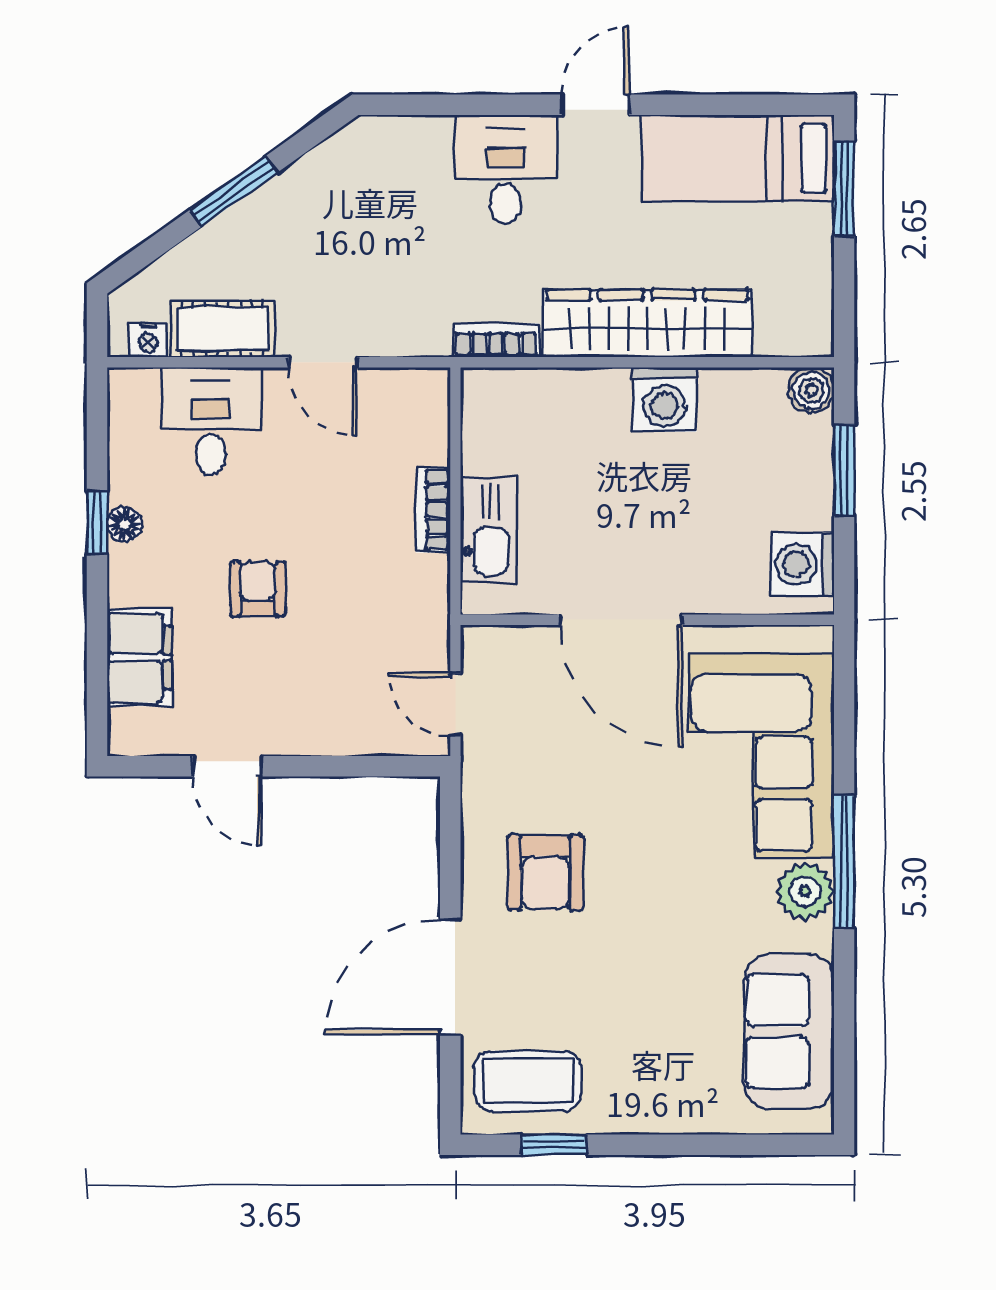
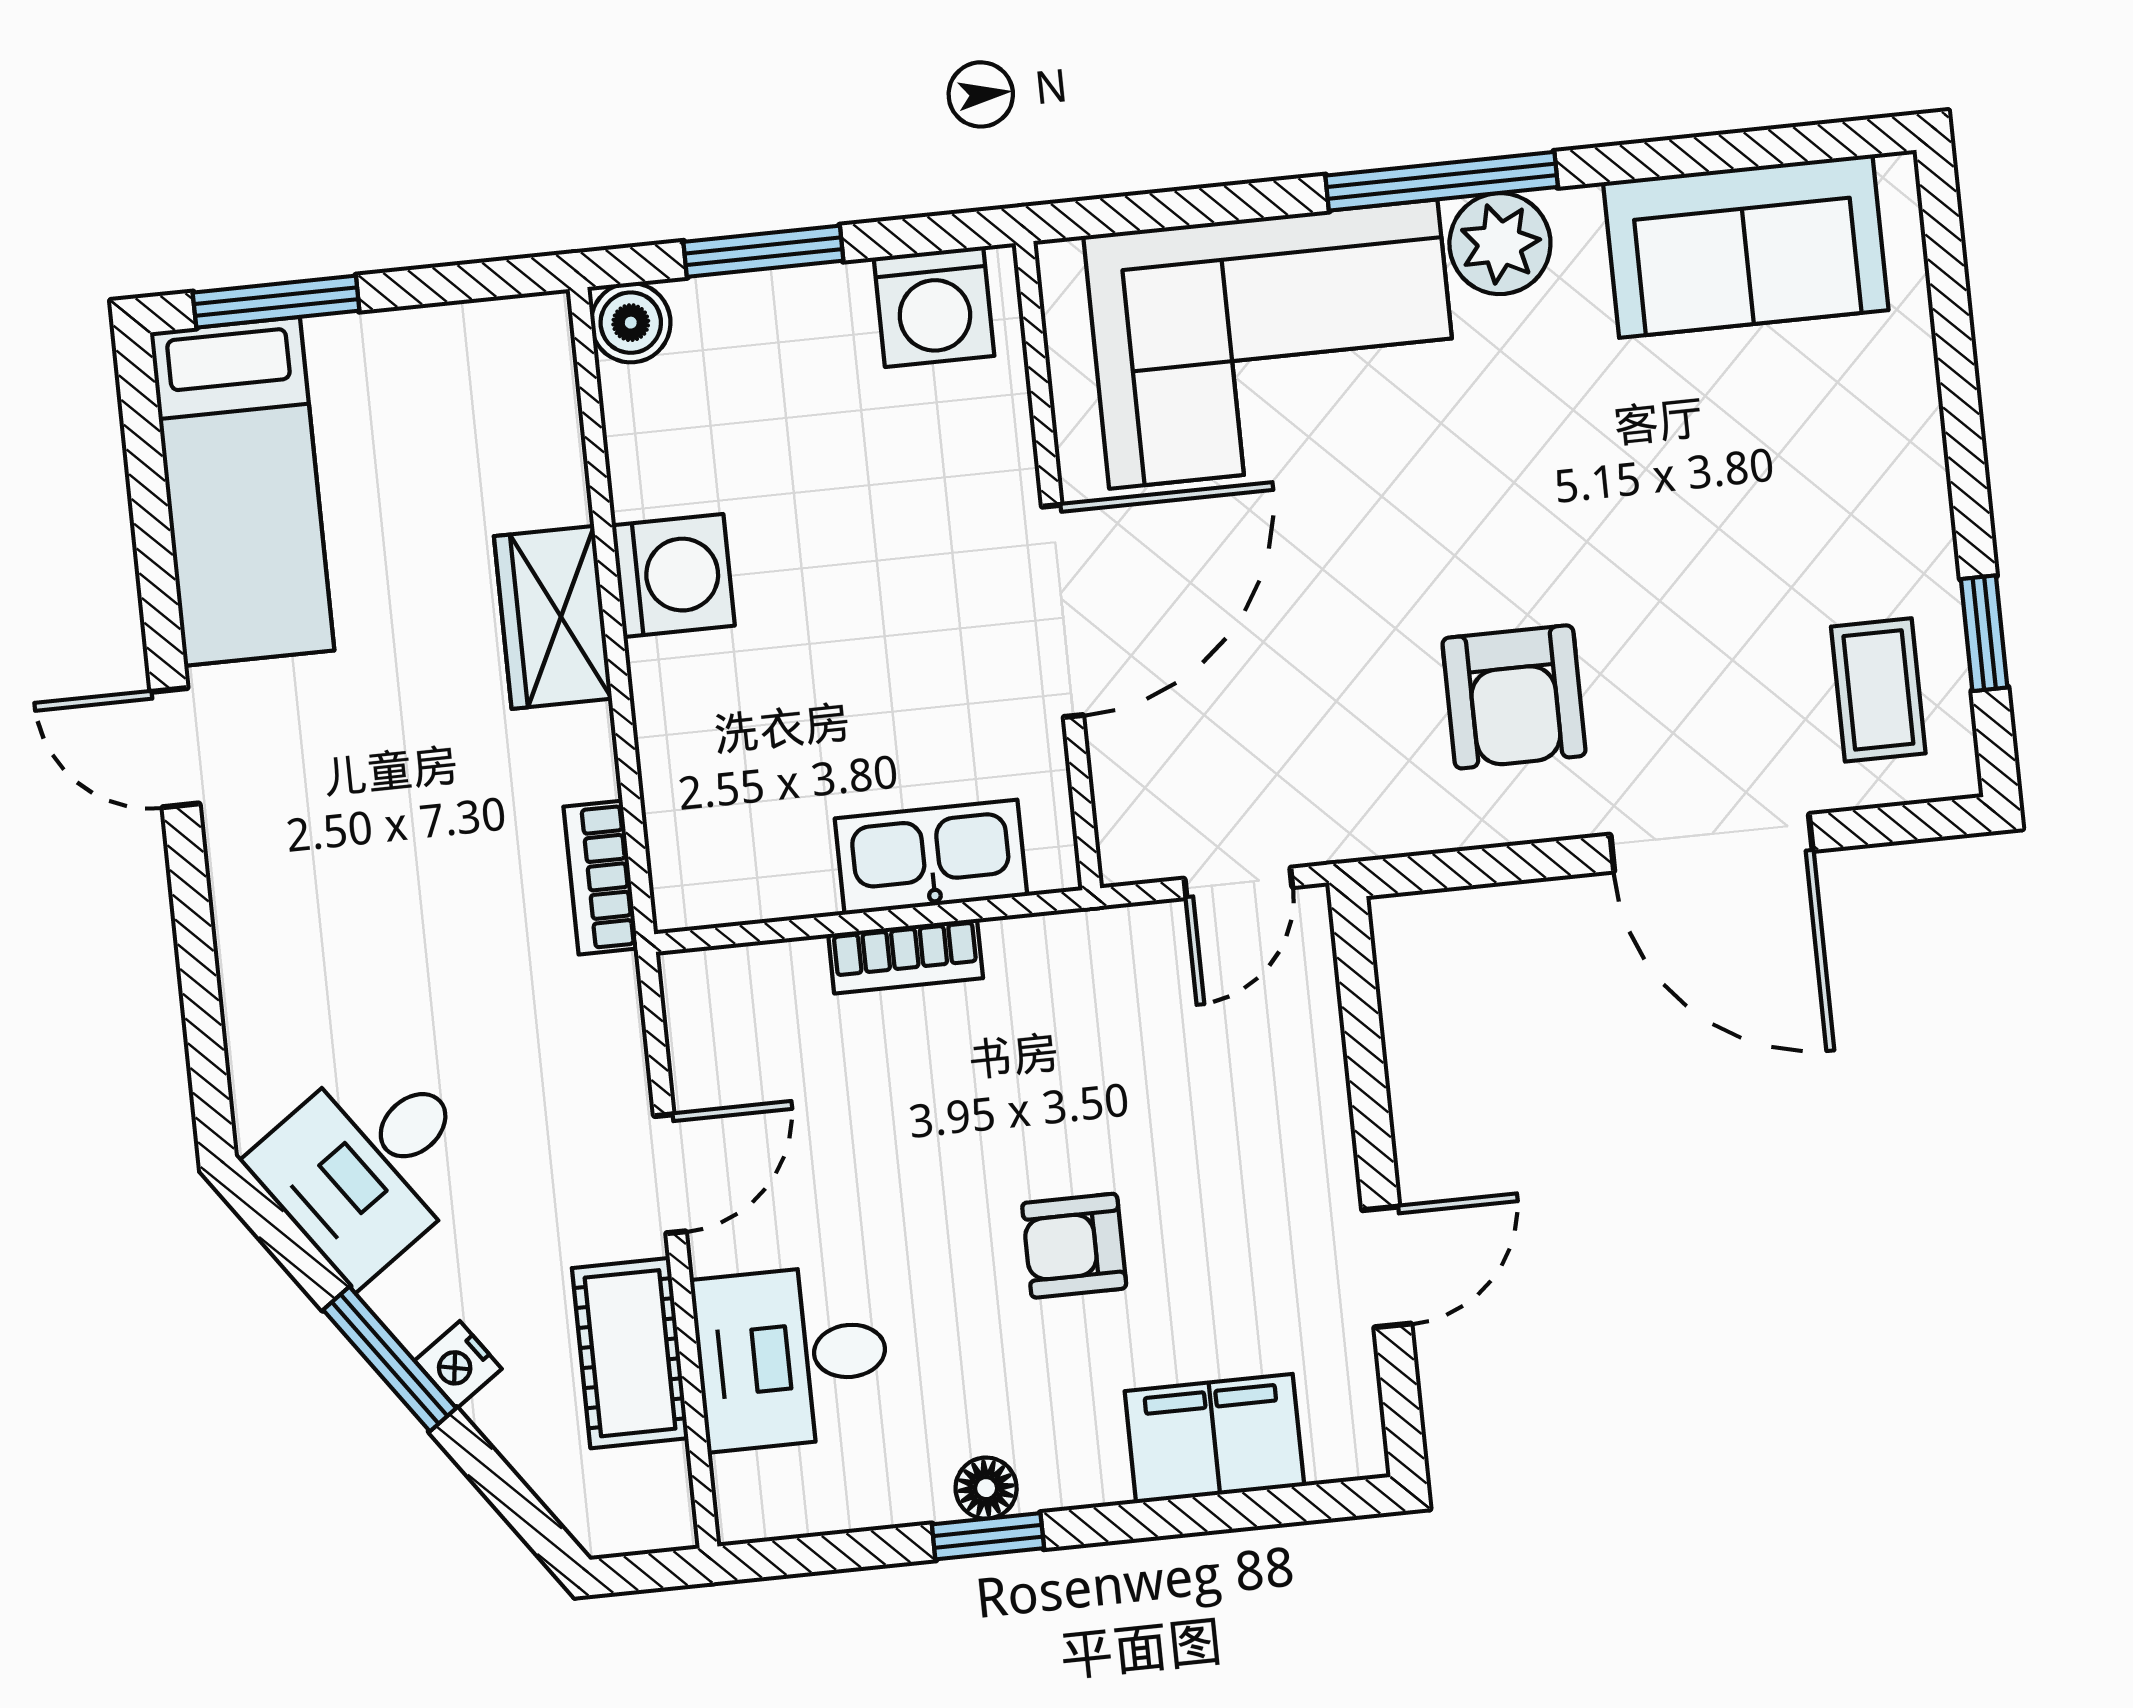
desk: (505, 170) -> (369, 1164), moved, turned -35
wardrobe: (647, 323) -> (553, 617), width x0.48, depth x0.85
nightstand: (148, 340) -> (458, 1365), moved, turned 145
armchair: (545, 873) -> (1514, 697), turned 90
coffee table: (528, 1081) -> (1878, 690), width x0.73, depth x0.77

